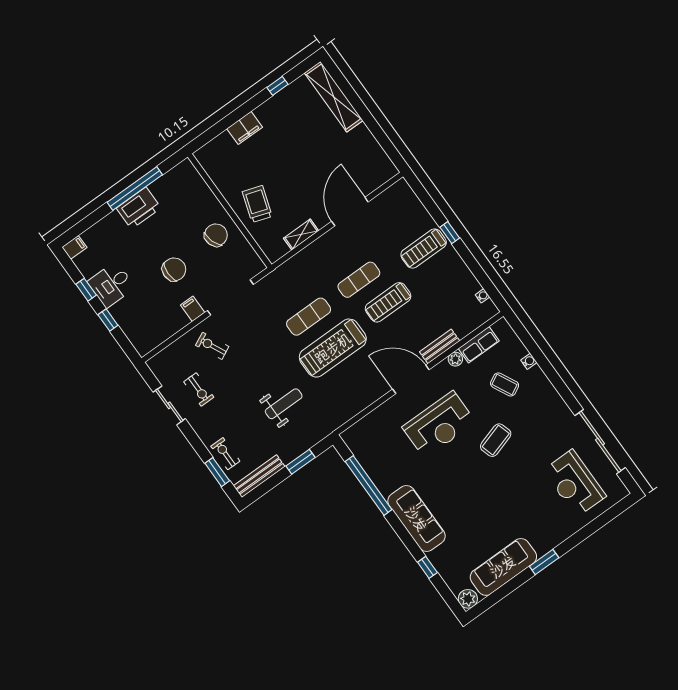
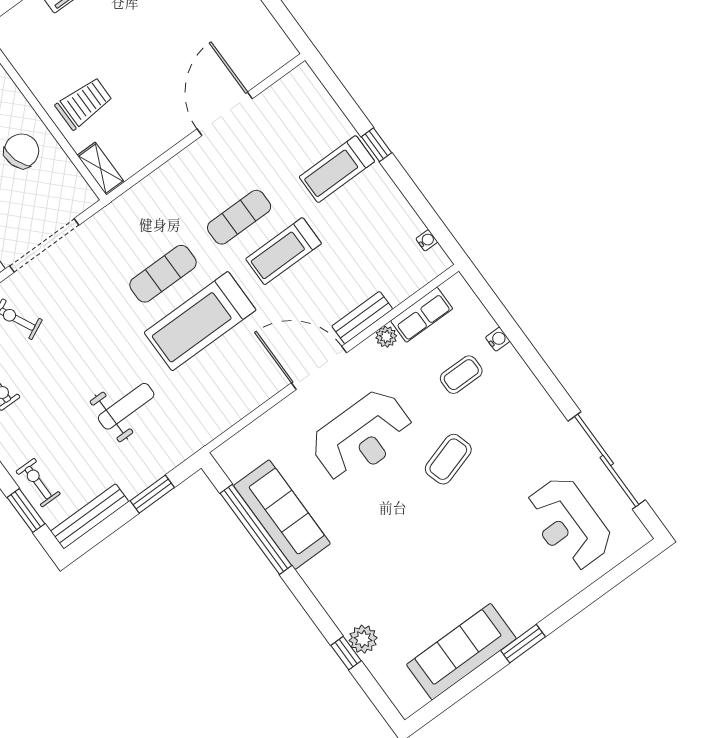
trolley: (257, 204) -> (84, 103), turned 72
shelving: (301, 234) -> (101, 169), moved, turned 90
coffee table: (505, 384) -> (461, 375), turned -63
sofa: (416, 519) -> (282, 515), moved
plant: (468, 599) -> (363, 639), moved

